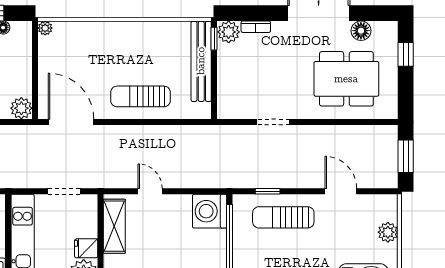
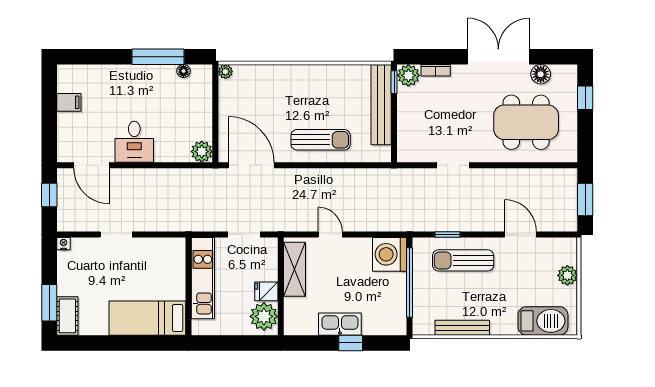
sun lounger: (141, 96) -> (321, 140), turned 180

